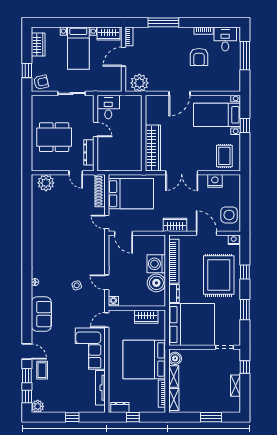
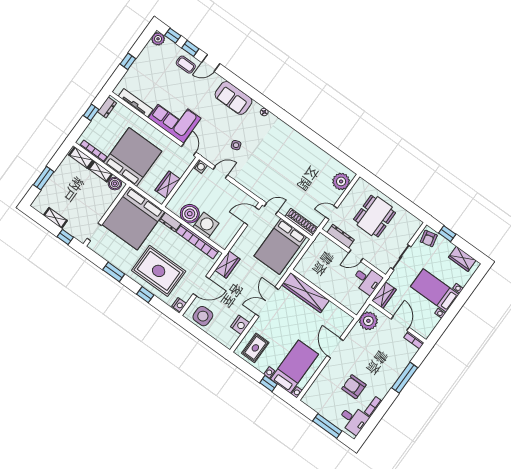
wardrobe: (109, 33) -> (384, 295), moved, turned 180
rug: (224, 156) -> (255, 348), turned 90

